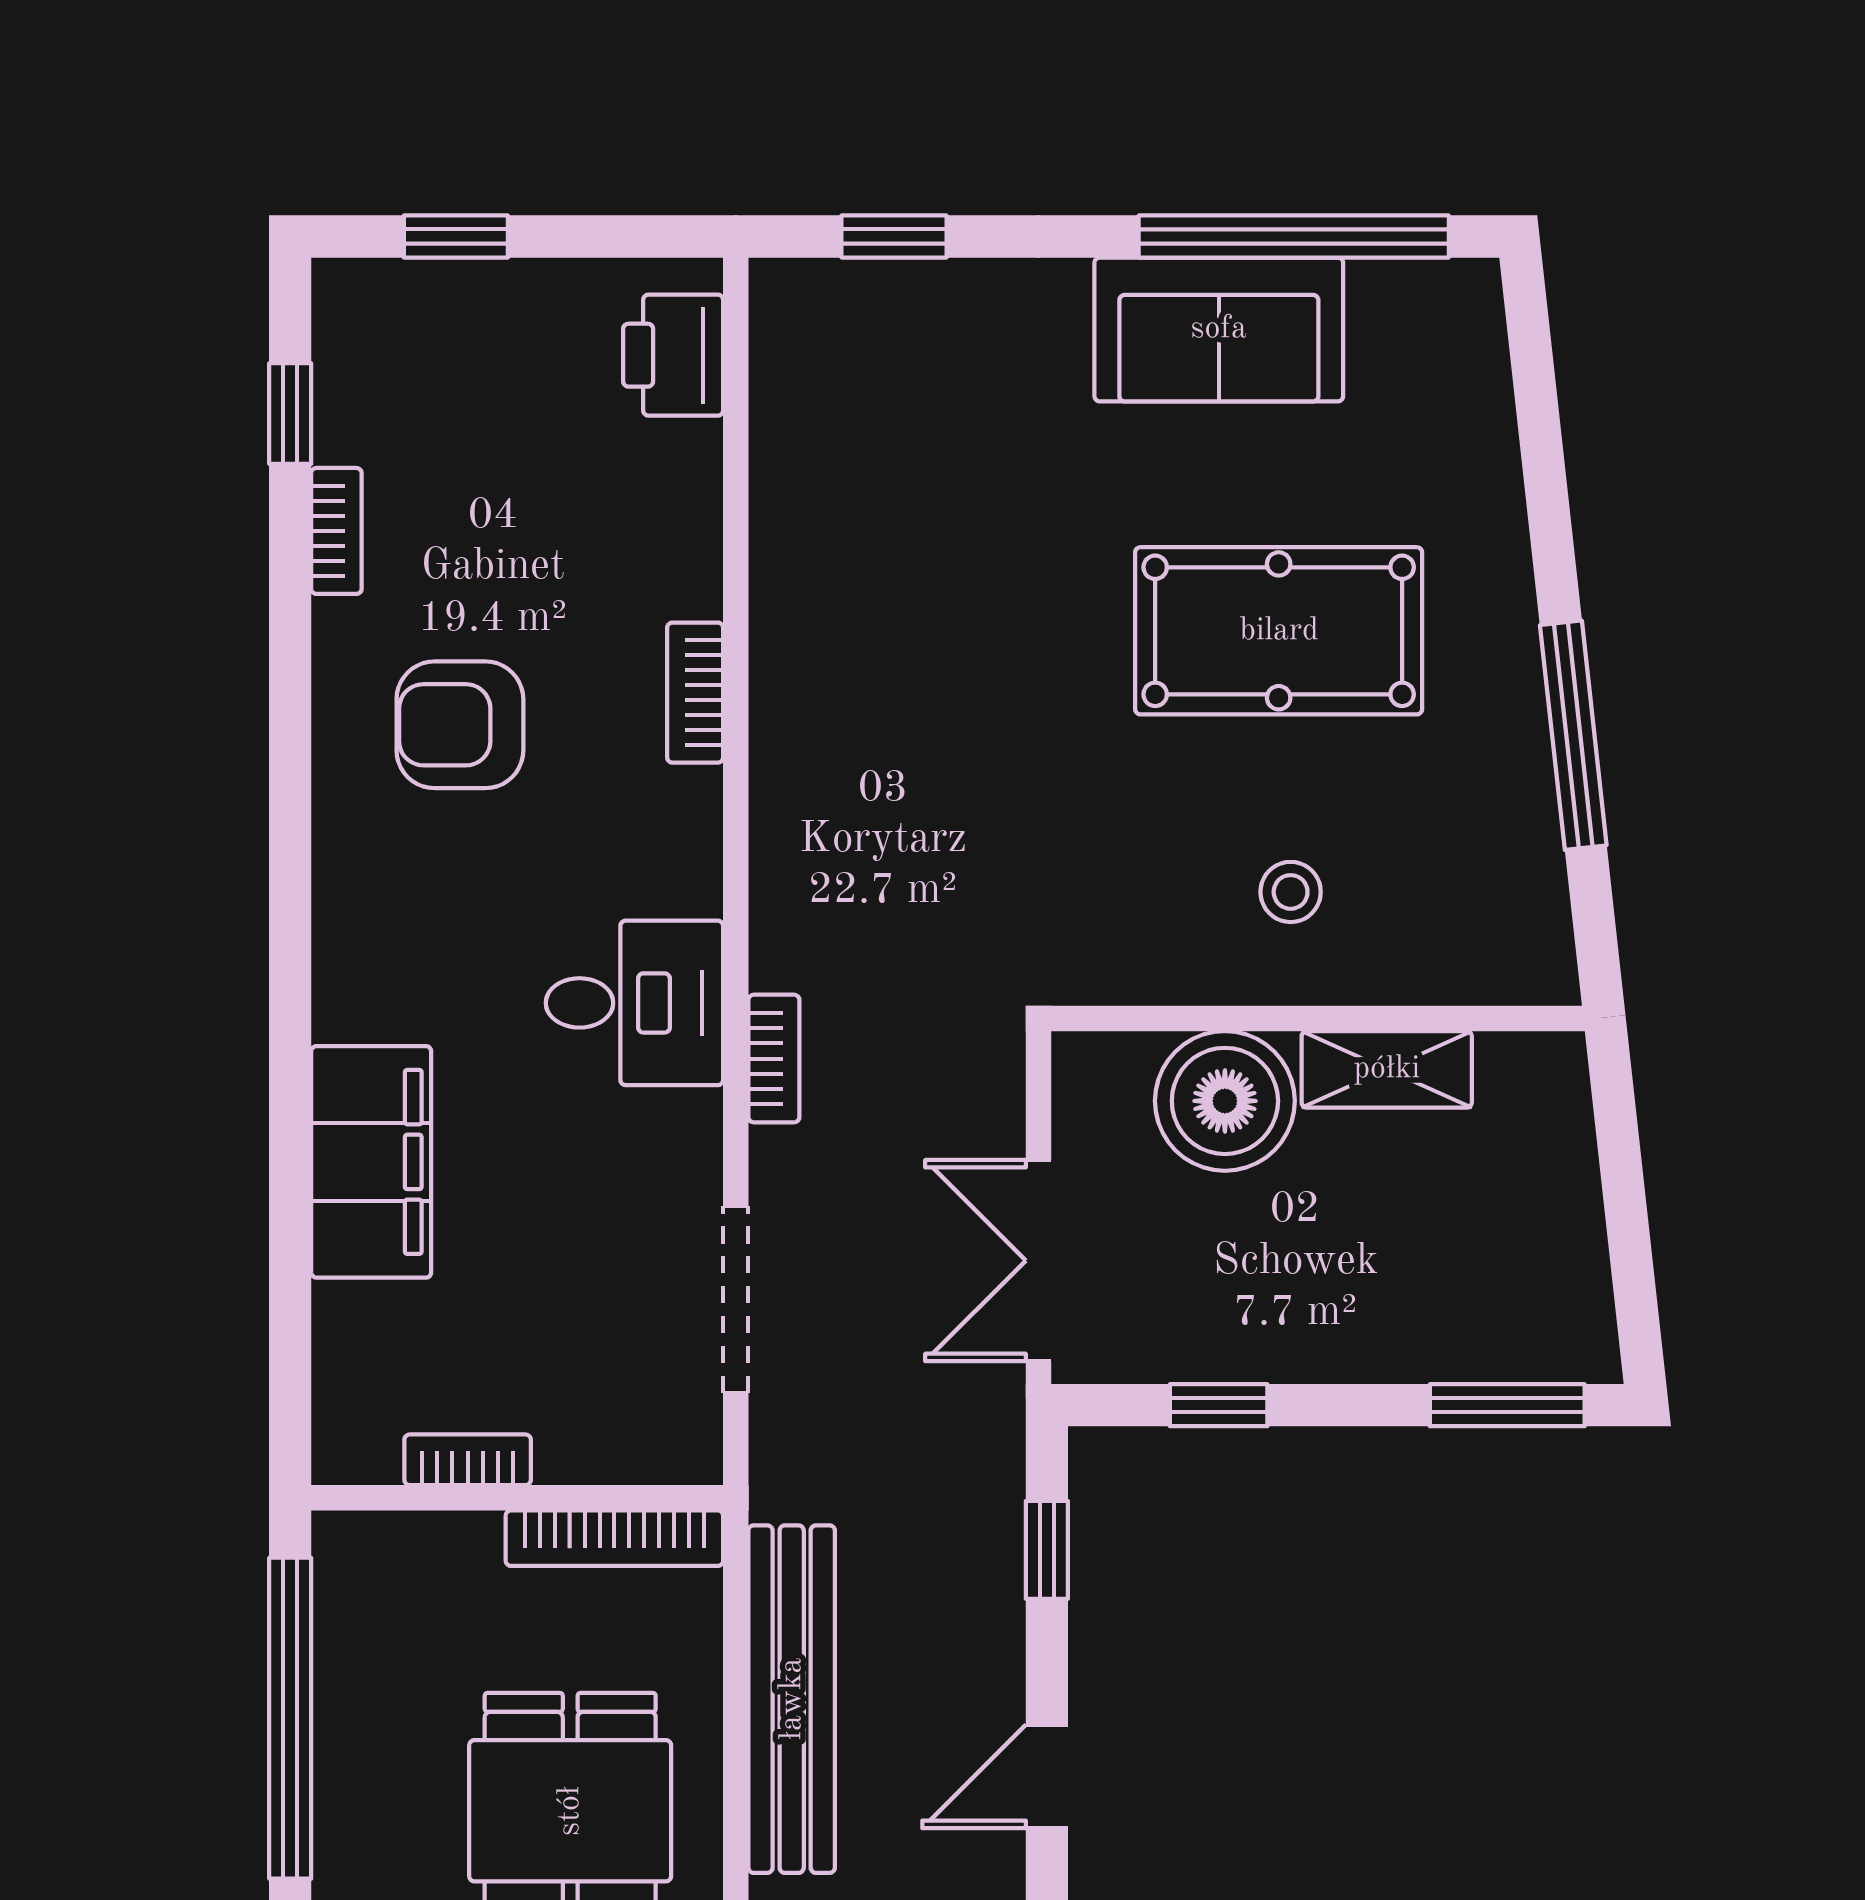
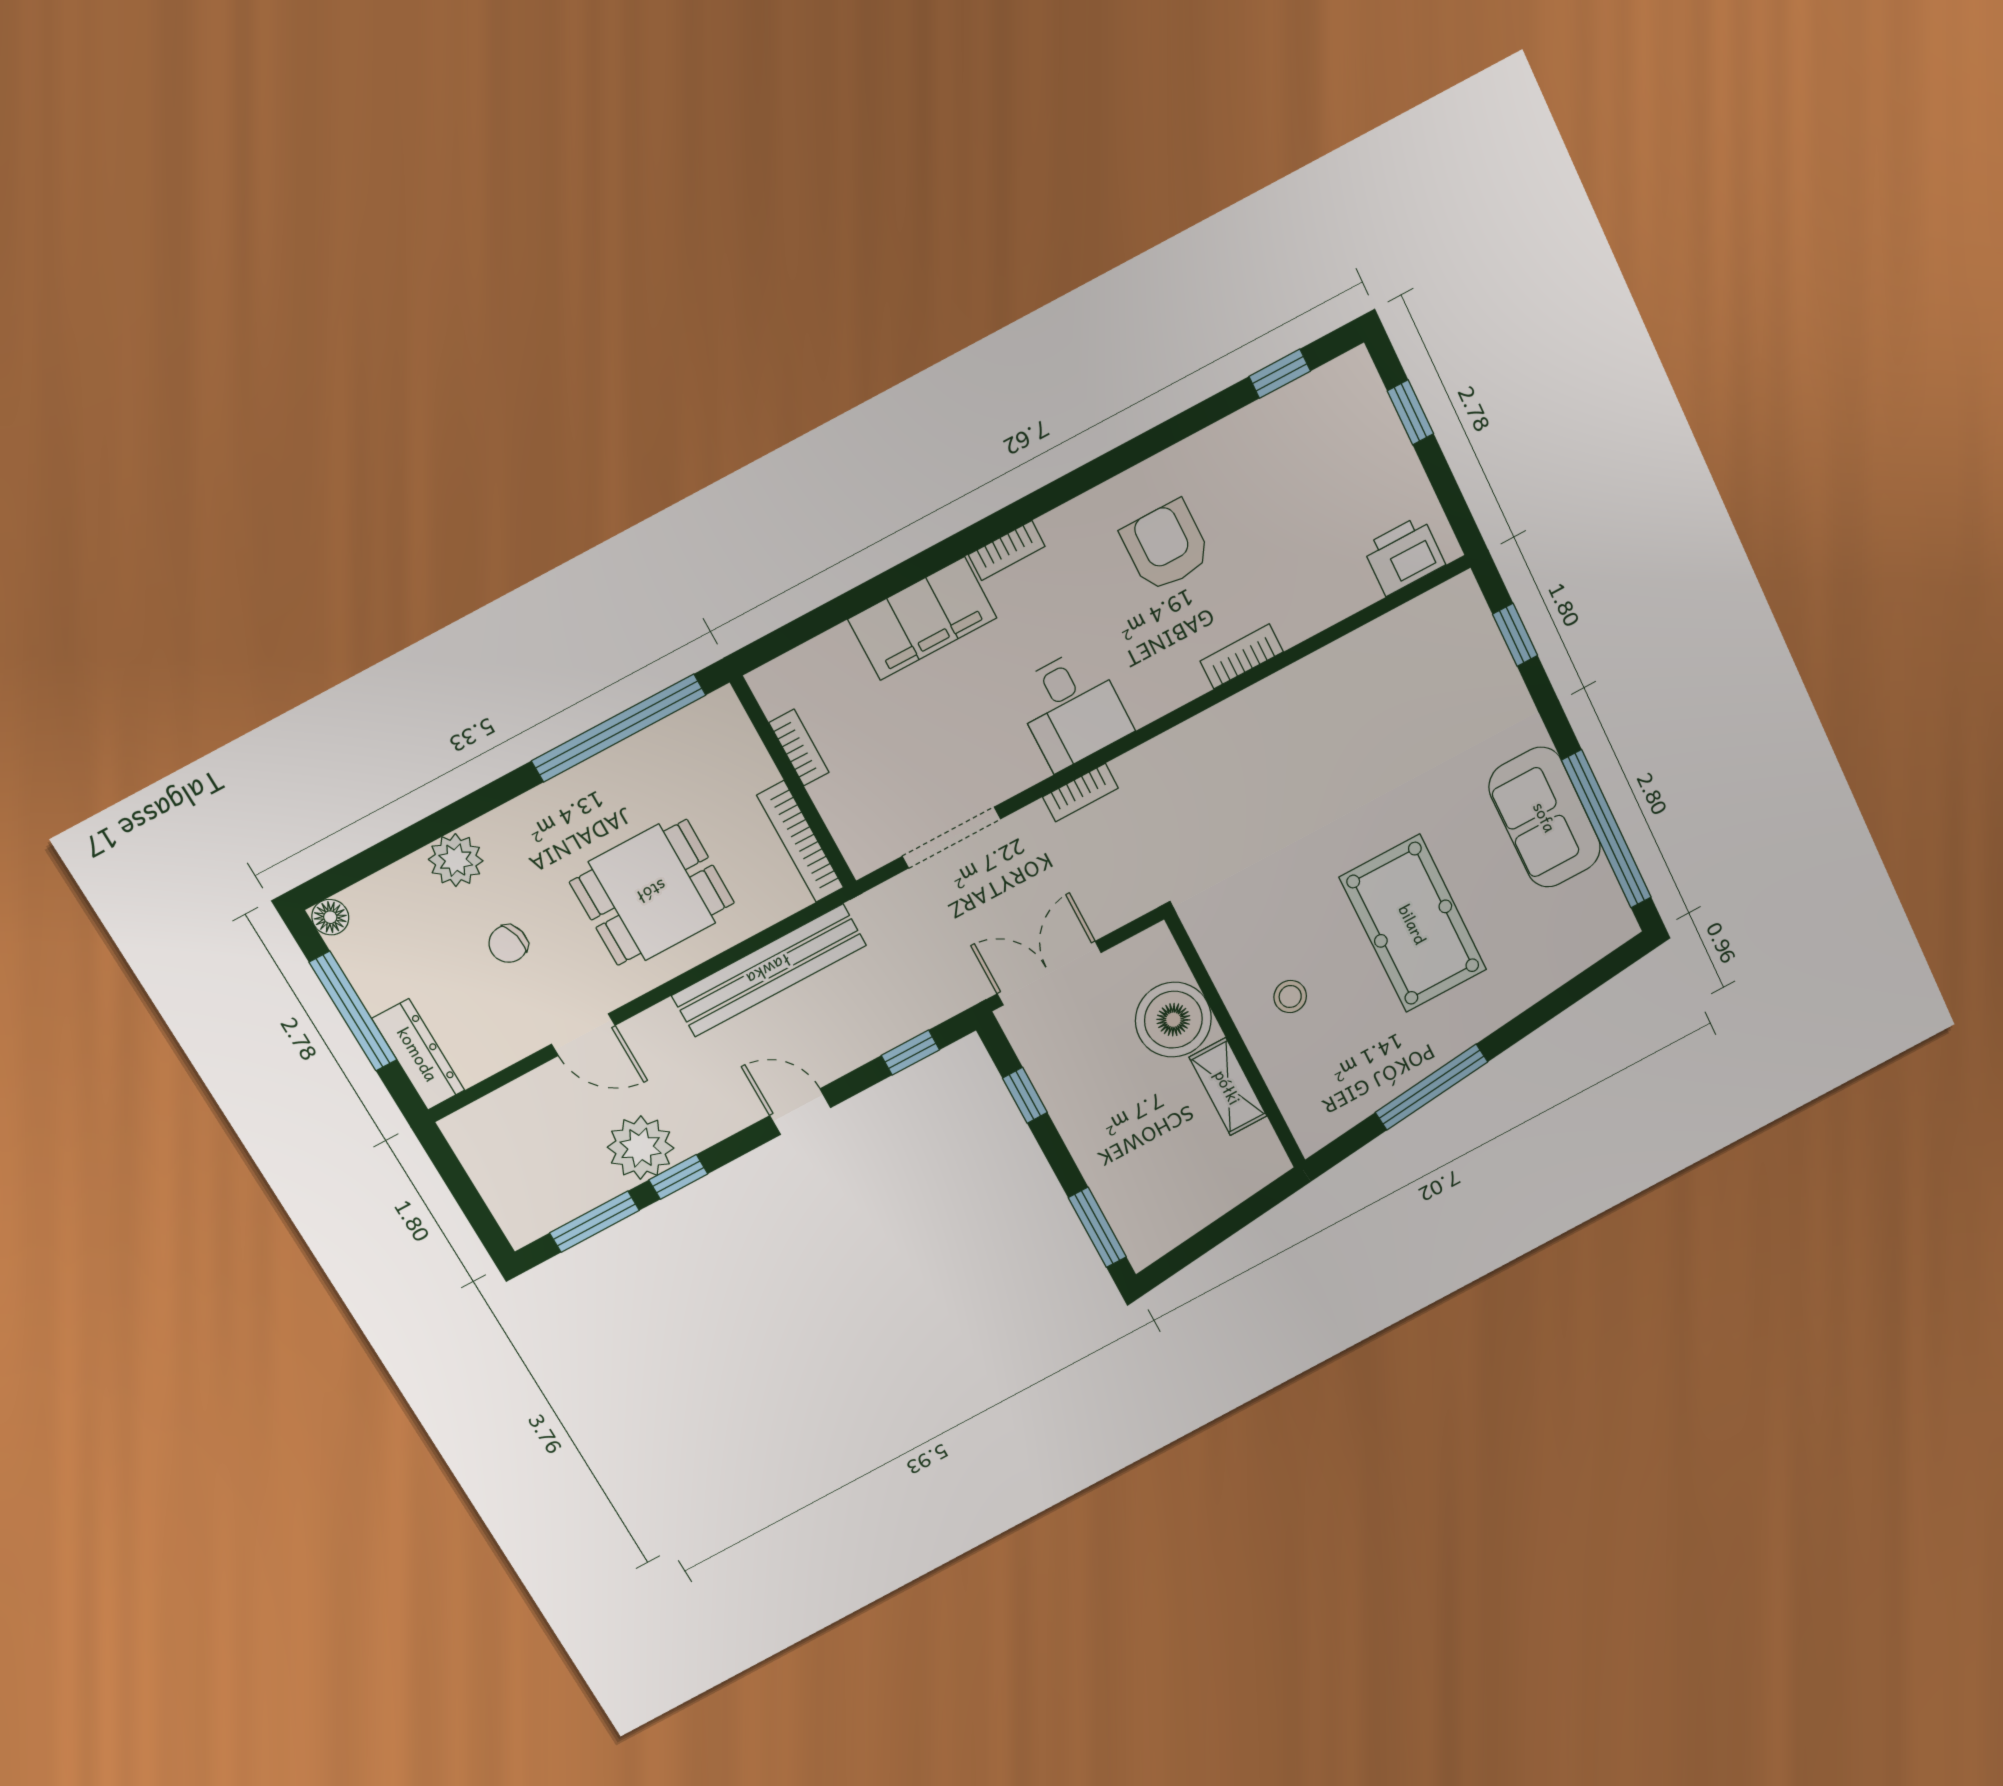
bookcase: (336, 531) -> (1007, 551), moved

